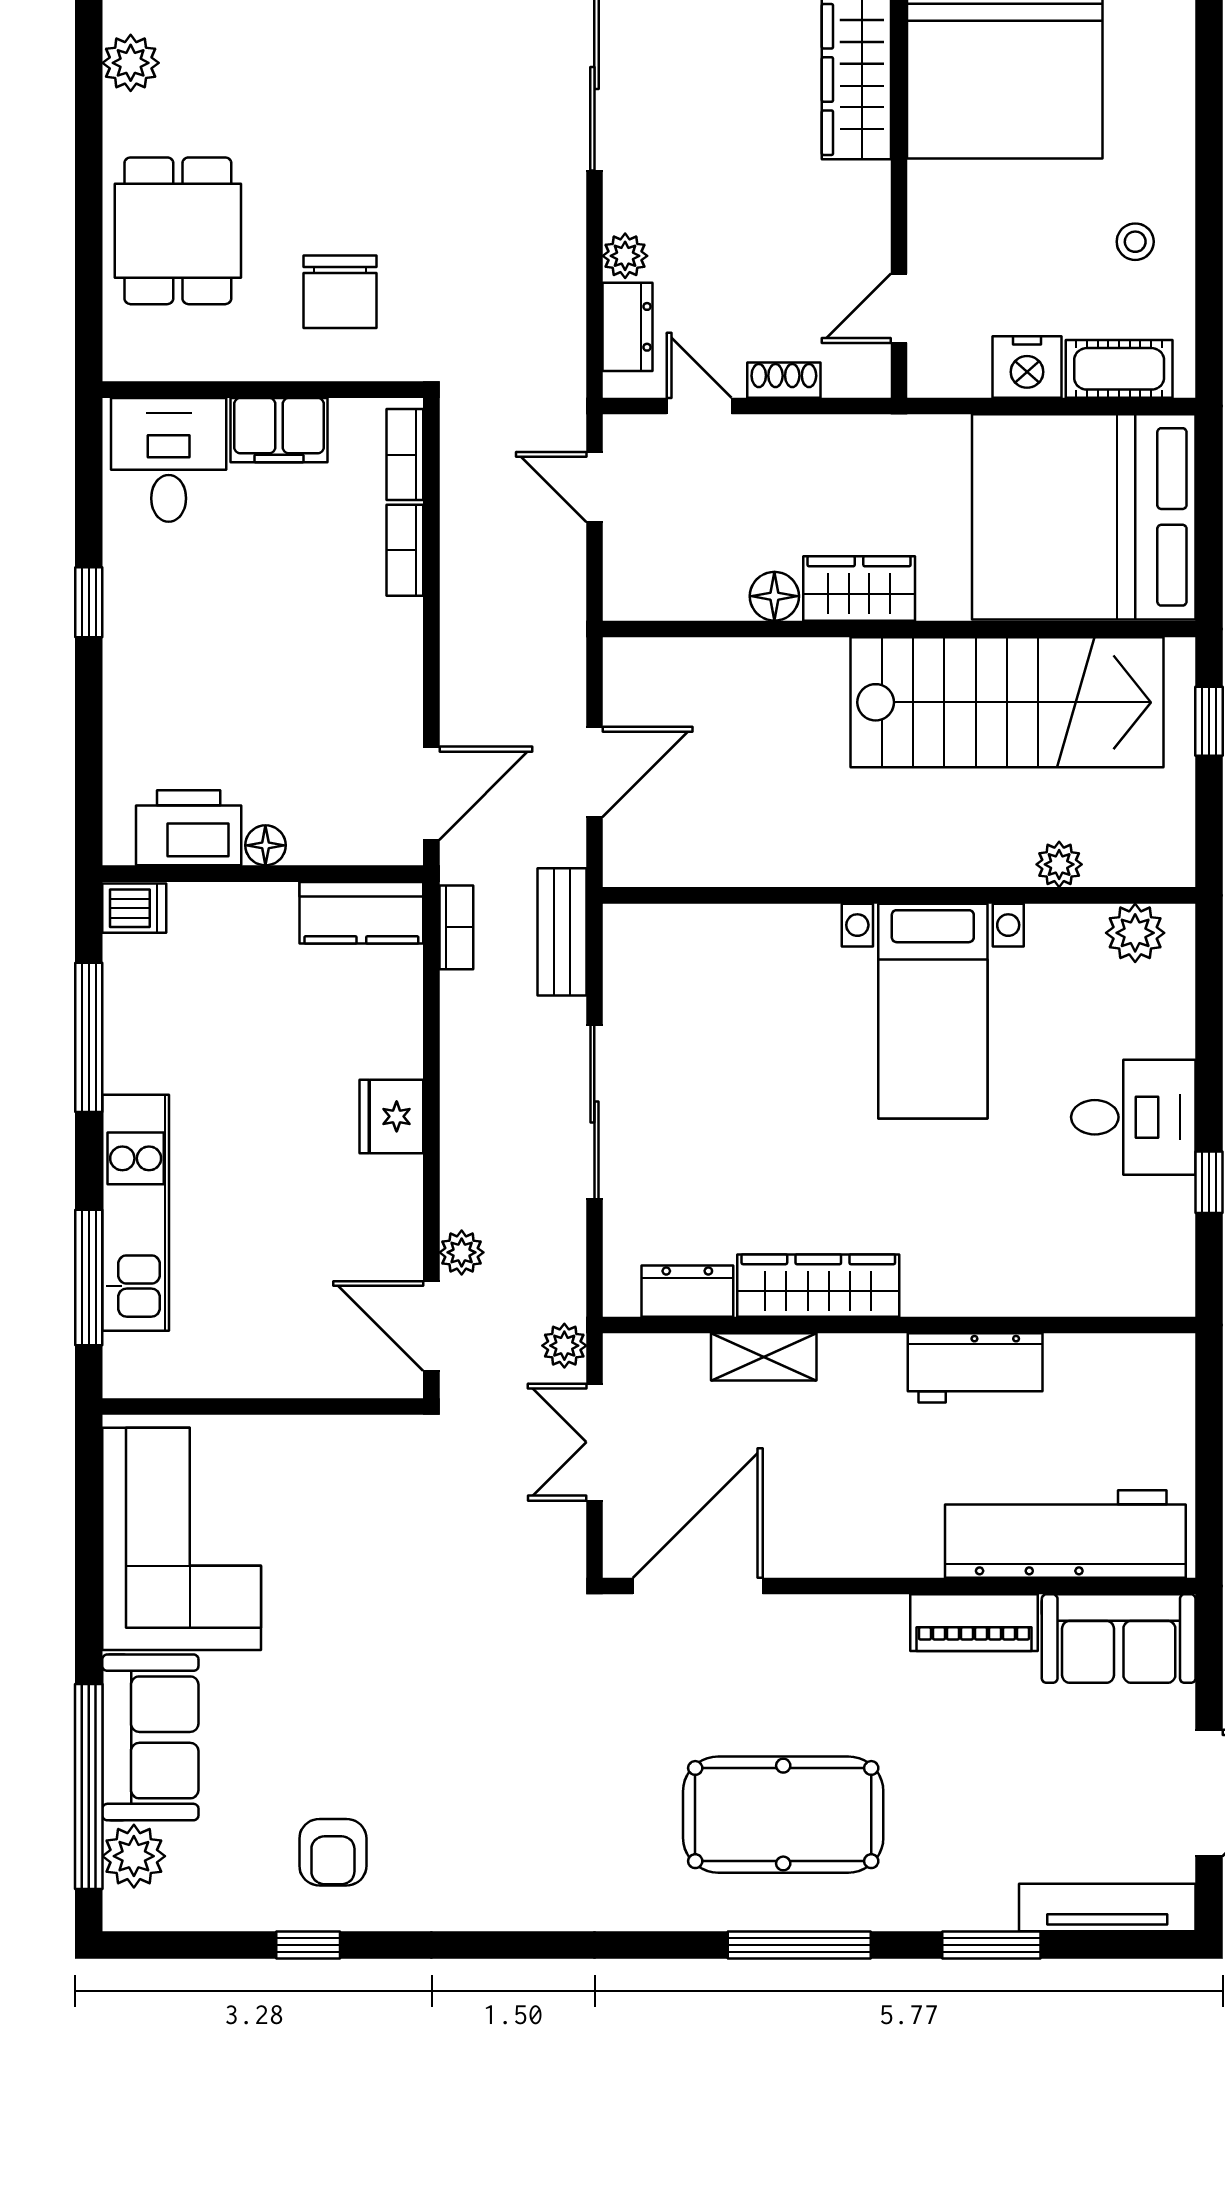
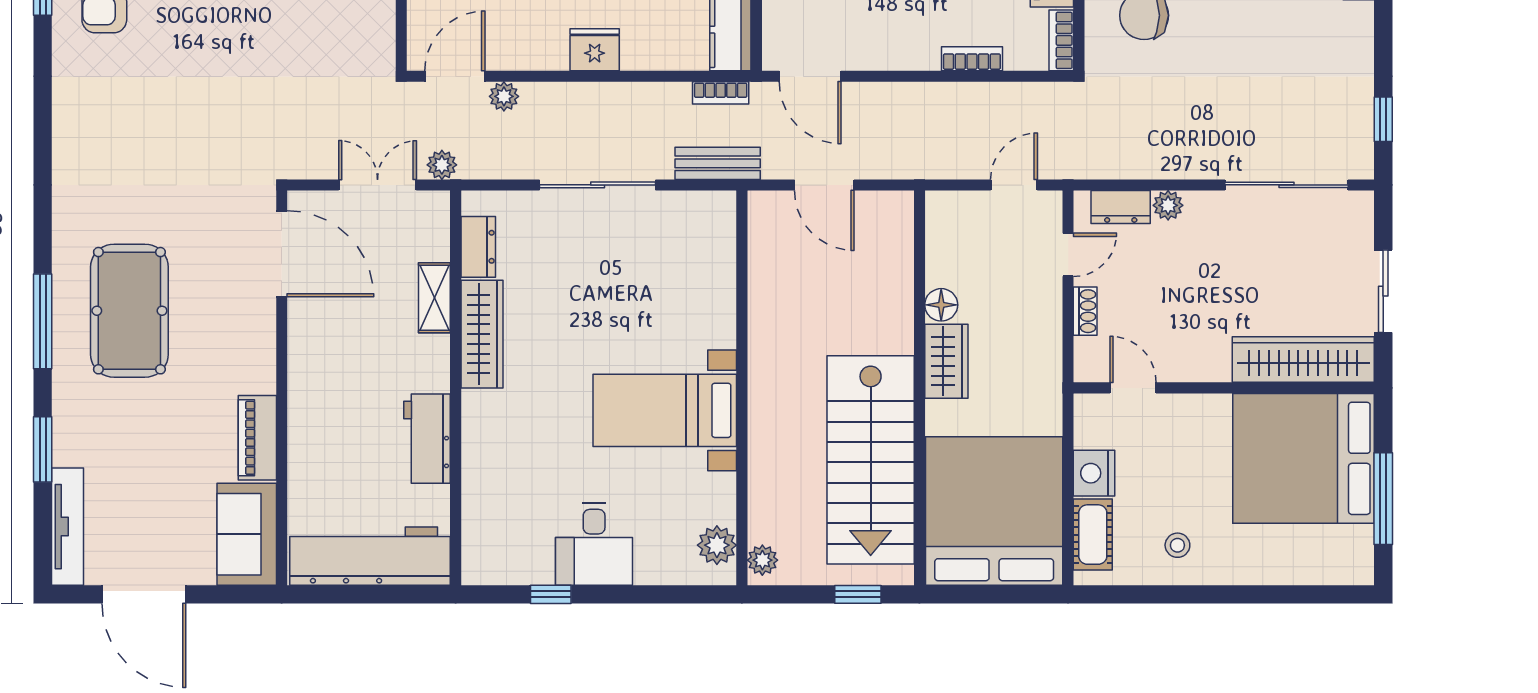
bookcase: (405, 455) -> (1061, 40), moved, turned -90
plant: (1059, 864) -> (762, 560), moved
workbench: (1065, 1534) -> (370, 556), moved, turned -90

